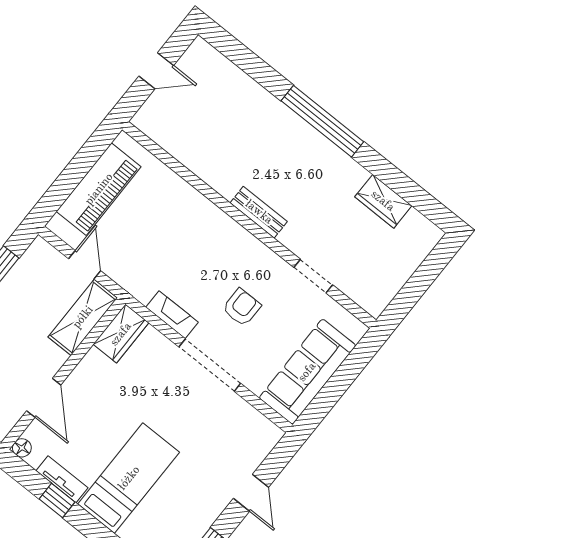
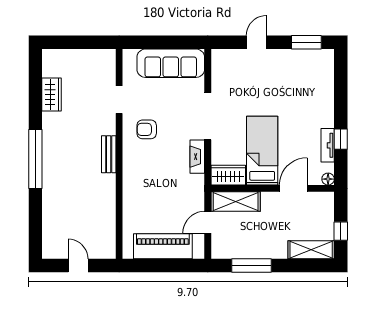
armchair: (242, 307) -> (147, 129), moved
bed: (129, 478) -> (262, 151), moved, turned 90

